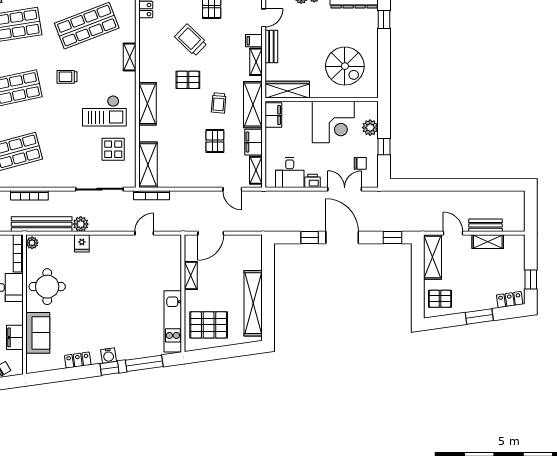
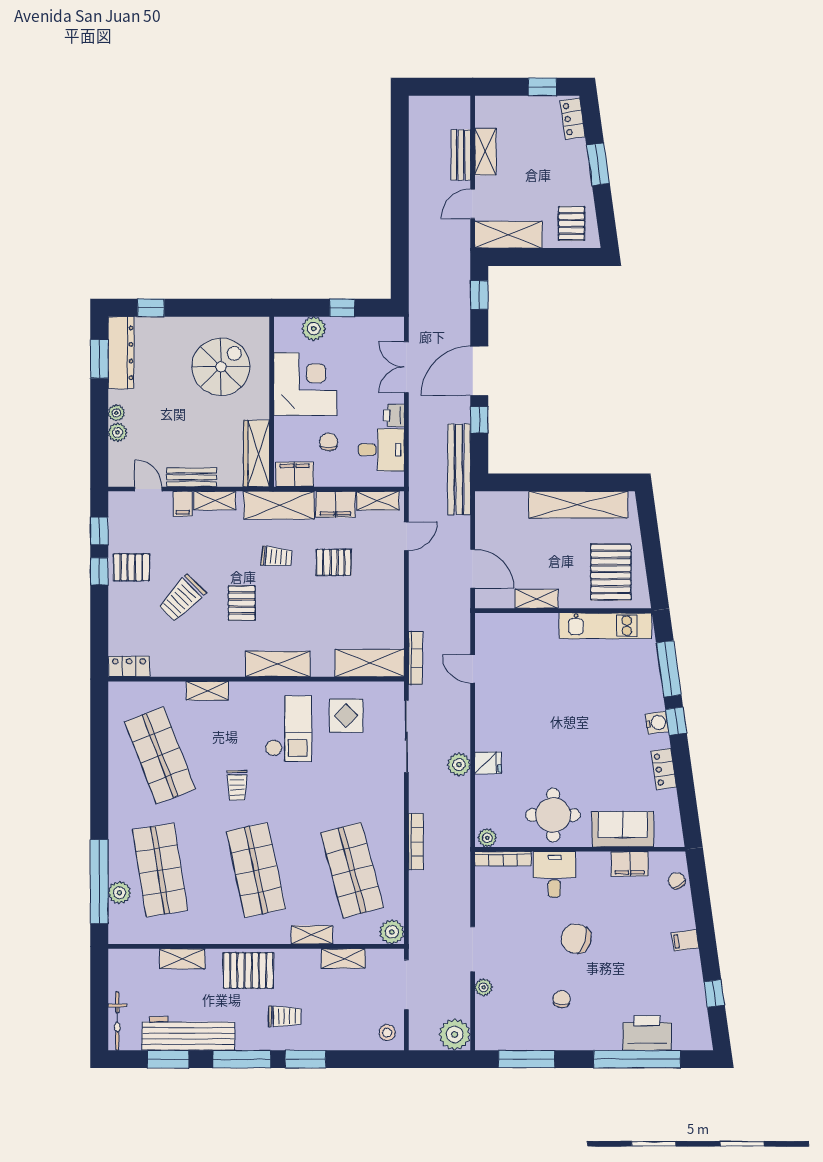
chair: (360, 163) -> (329, 442), moved
bench: (42, 224) -> (459, 469), moved

